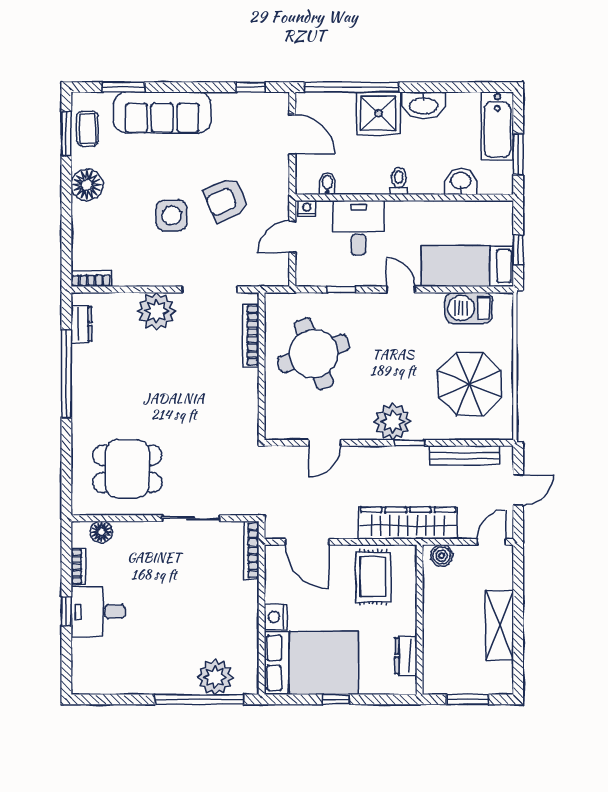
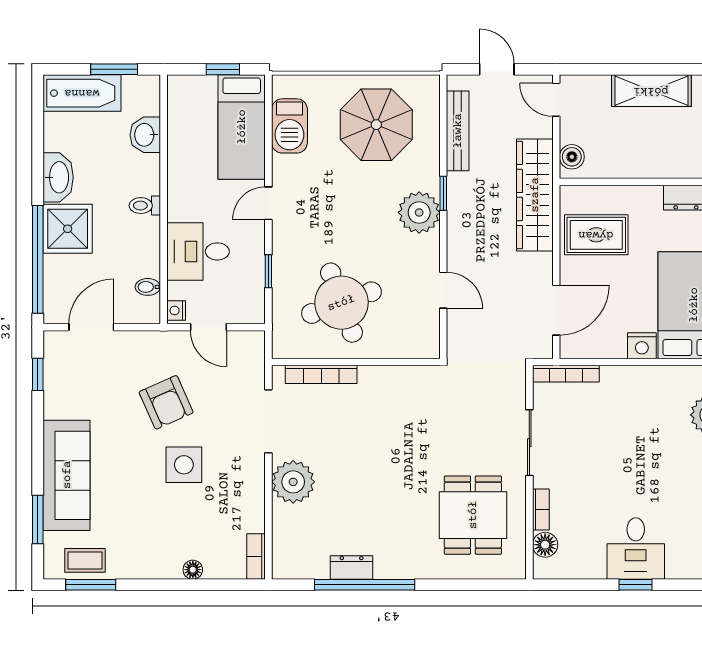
floor lamp: (87, 185) -> (193, 570), moved, width x0.53, depth x0.53
dresser: (81, 324) -> (352, 567), moved
bookcase: (78, 566) -> (541, 509), moved, turned 90

